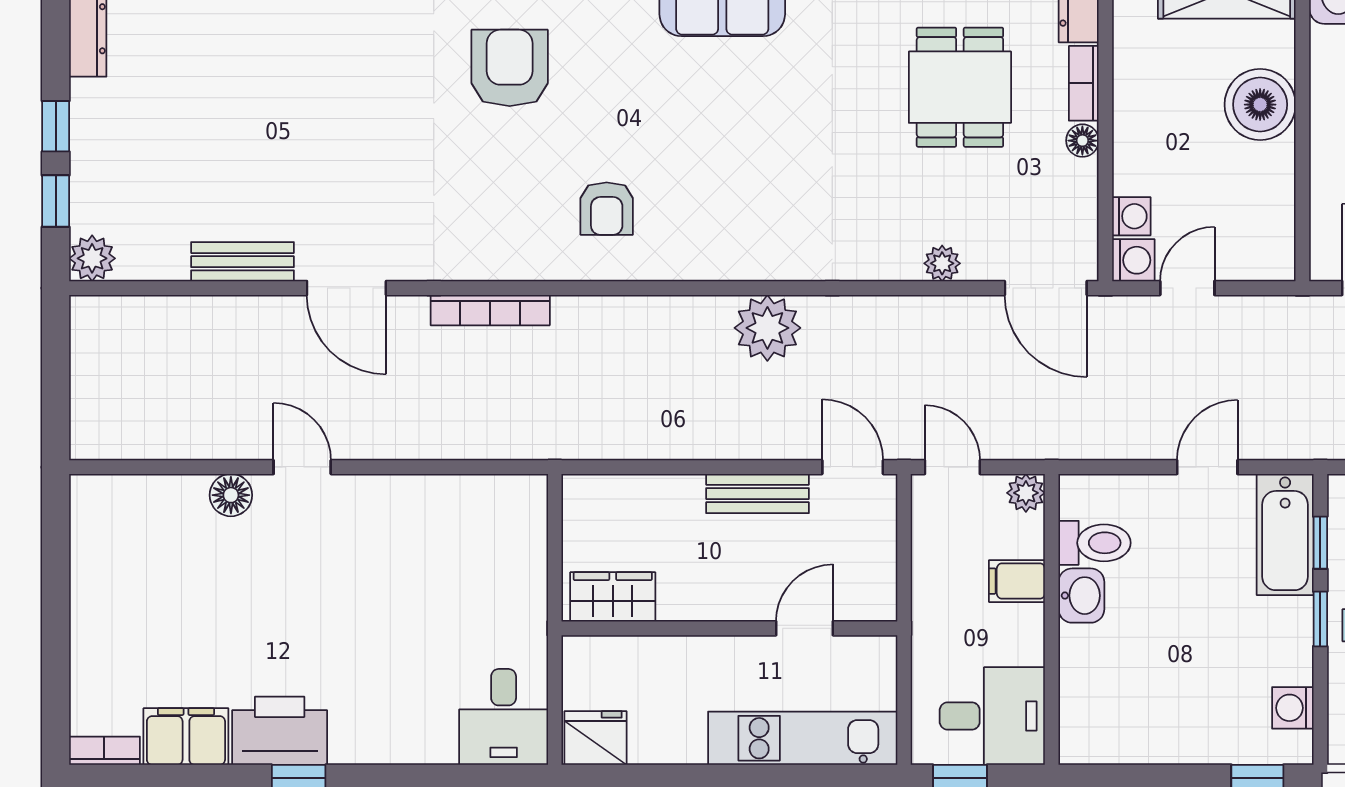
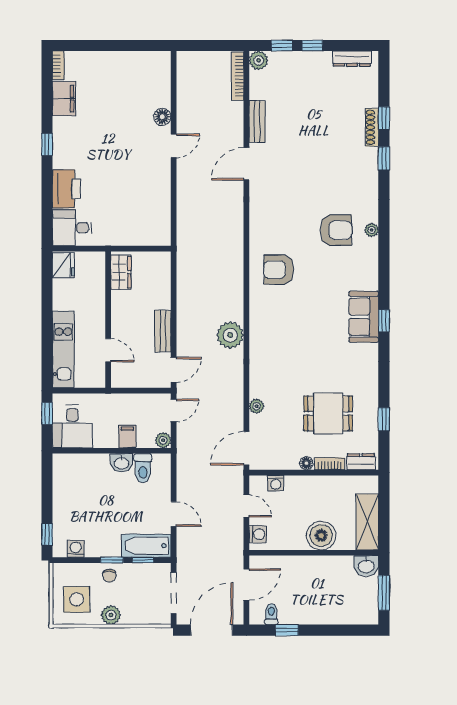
armchair: (607, 209) -> (279, 270), width x1.38, depth x1.38
washing machine: (1133, 260) -> (258, 534), moved, turned -90
bookcase: (490, 310) -> (238, 76), moved
printer: (280, 731) -> (66, 189), moved

